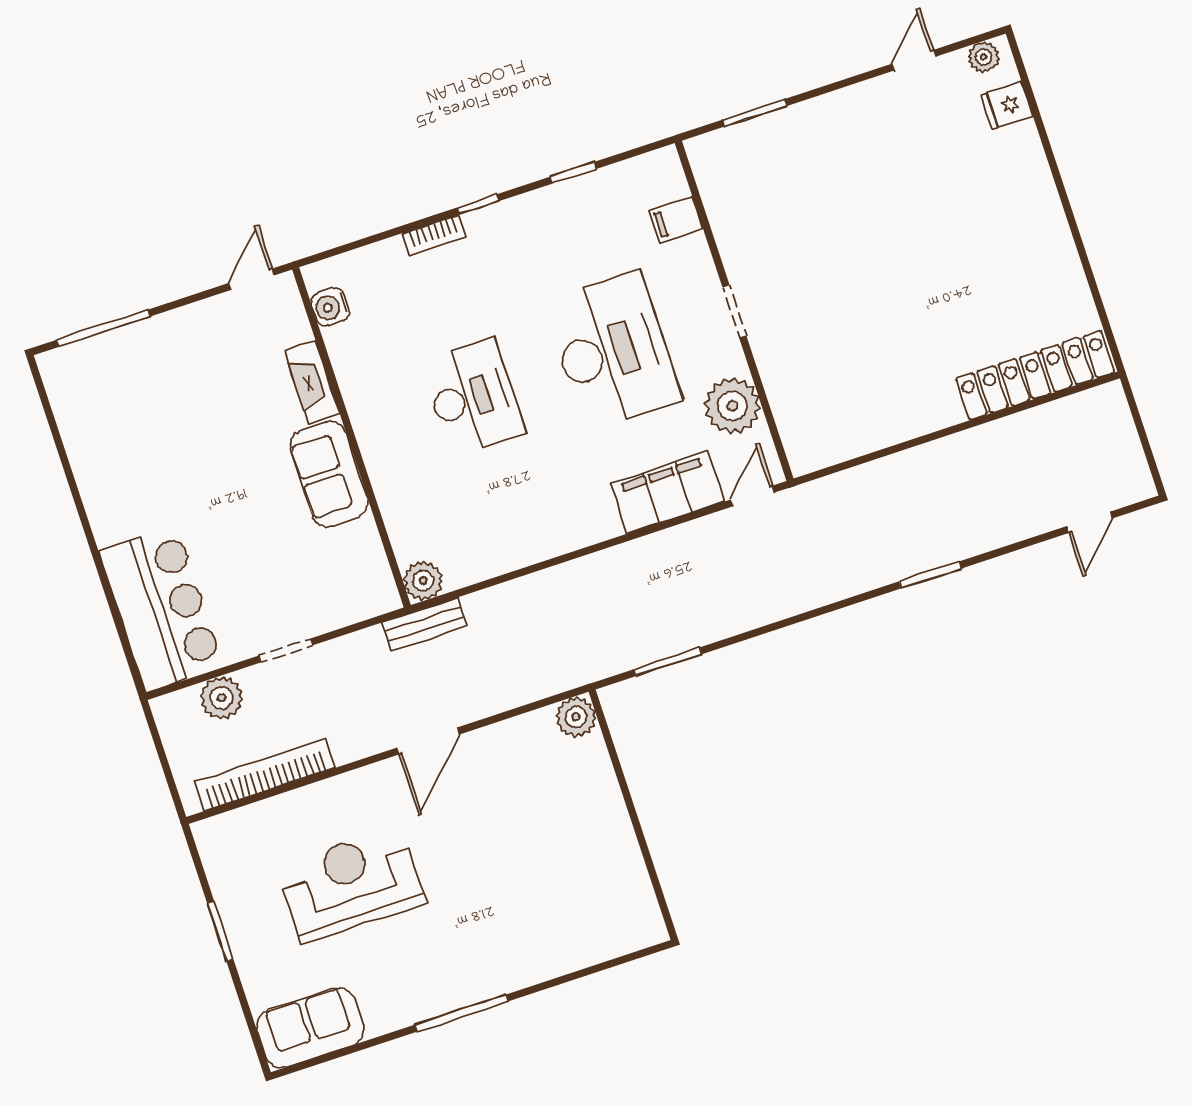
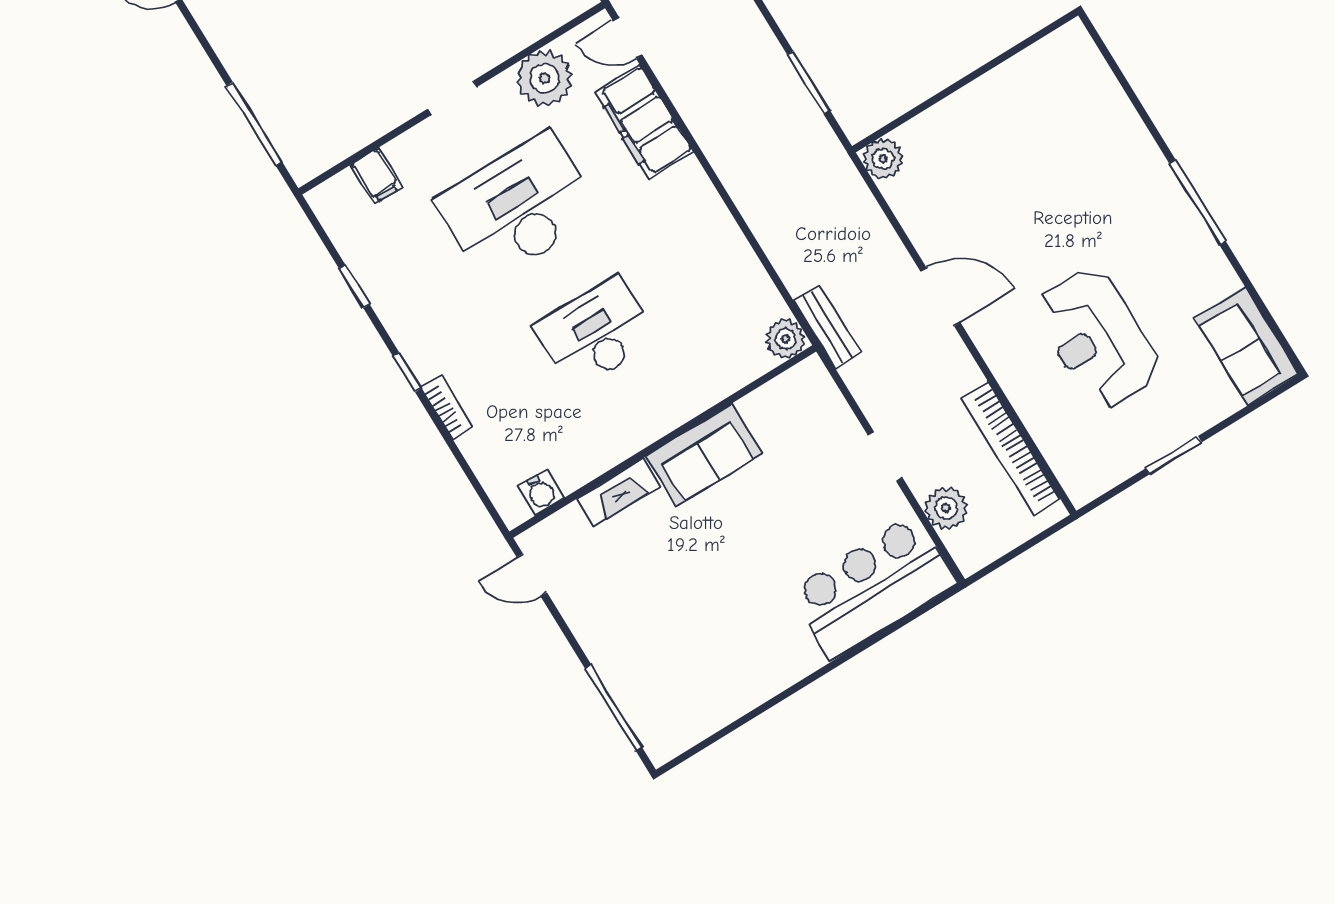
window: (755, 113) -> (254, 124), width x1.44

